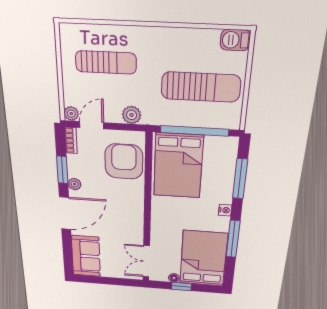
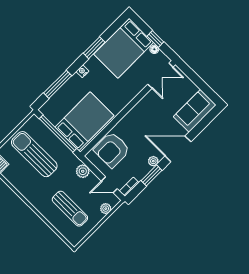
sun lounger: (106, 62) -> (70, 209), turned 180
plant: (71, 114) -> (106, 209), moved
window: (233, 239) -> (94, 48), width x0.69

